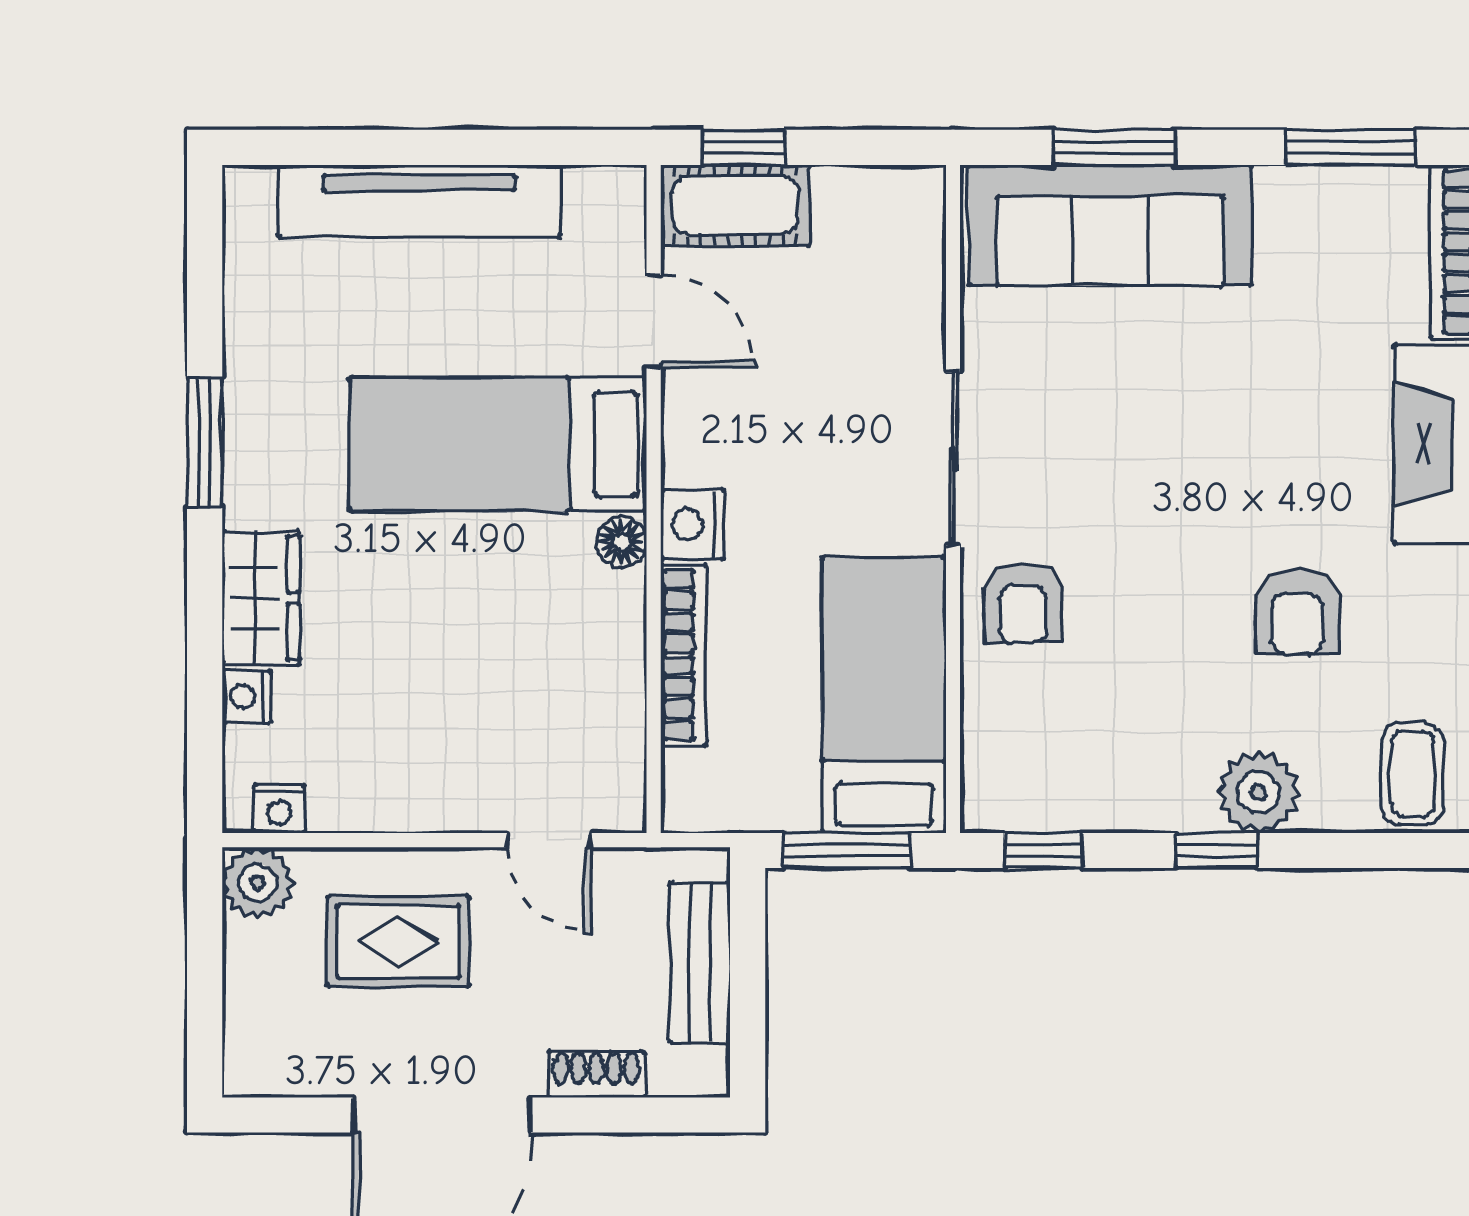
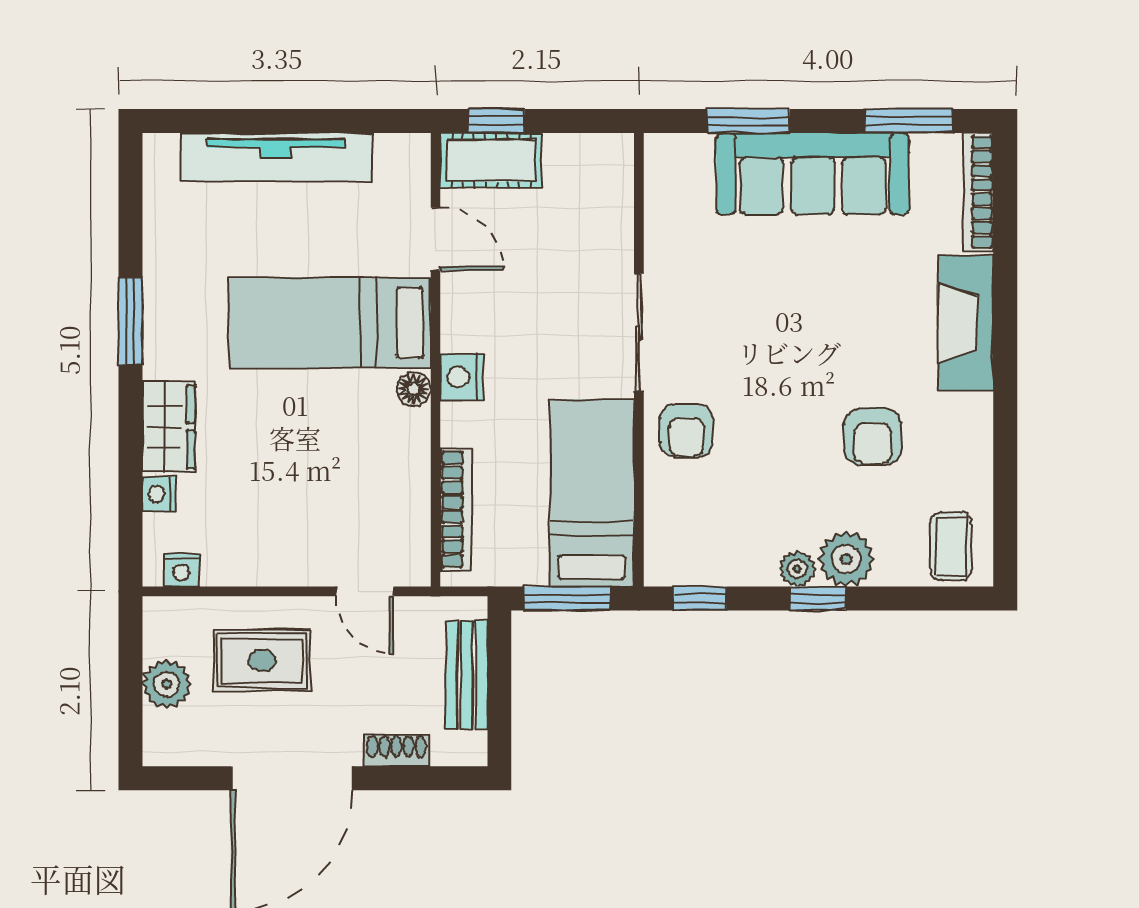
sofa: (1110, 225) -> (813, 174), moved
bookcase: (684, 655) -> (456, 510), moved
plant: (1186, 807) -> (797, 569), added
plant: (258, 883) -> (167, 684), moved

